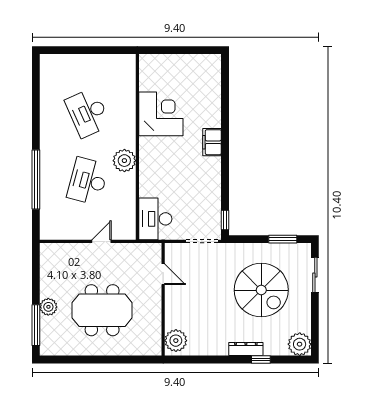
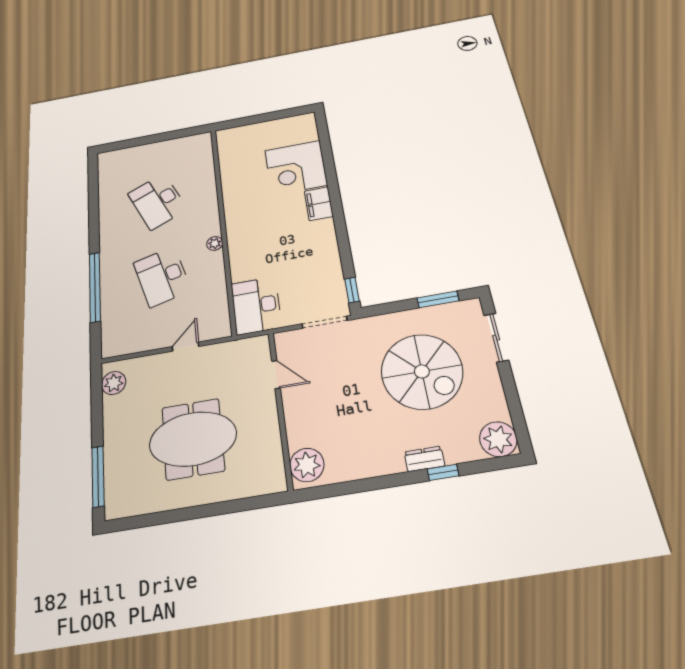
corner desk: (161, 114) -> (296, 168), moved, turned 180
plant: (124, 161) -> (215, 243), width x0.53, depth x0.53
desk: (88, 181) -> (162, 277), turned -30
plant: (48, 307) -> (114, 383), moved
dresser: (246, 349) -> (424, 459), width x0.70

